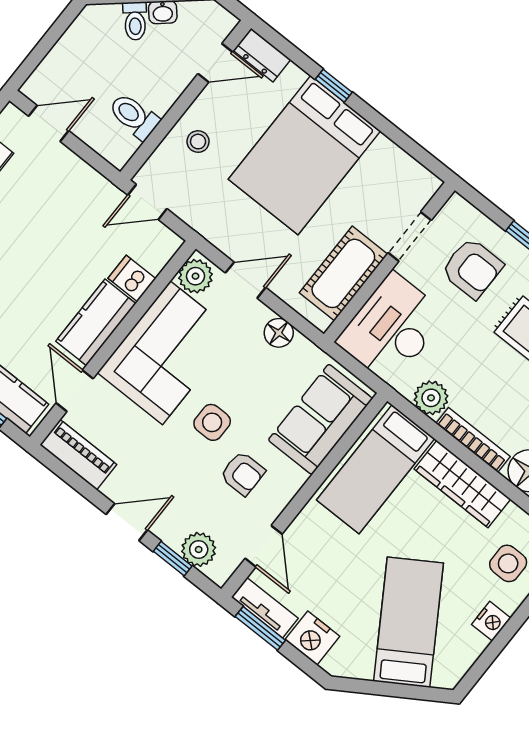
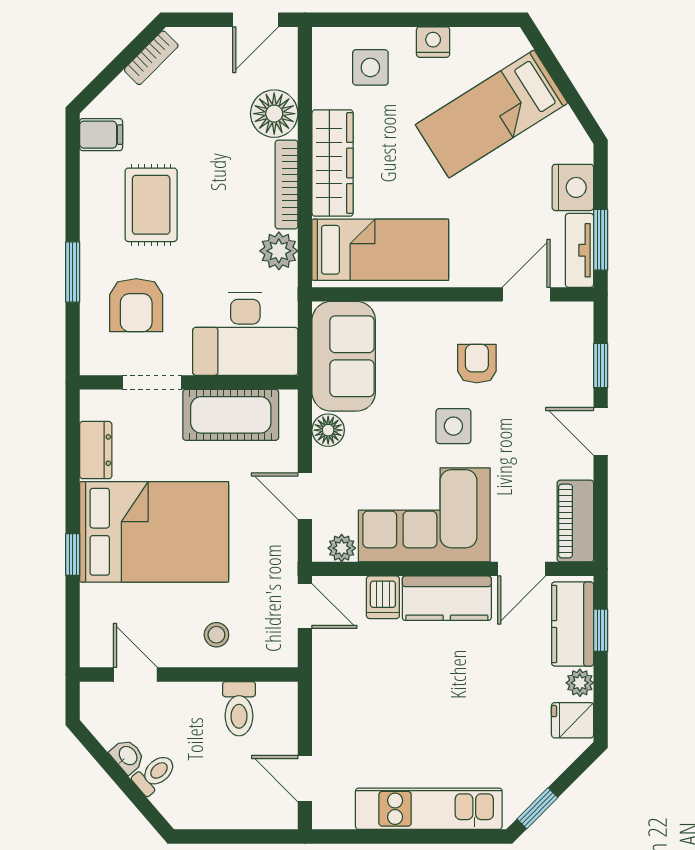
dresser: (262, 55) -> (96, 450), moved
door: (147, 202) -> (305, 606), moved
armchair: (472, 268) -> (136, 305), turned 180
plant: (196, 276) -> (342, 548), width x0.73, depth x0.73
sofa: (320, 419) -> (344, 356), moved, turned -90
plant: (199, 549) -> (574, 349), removed

